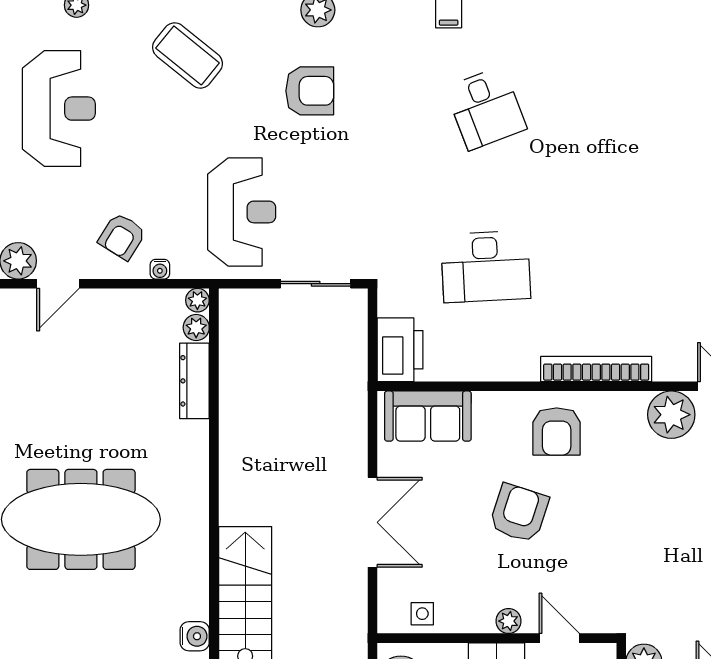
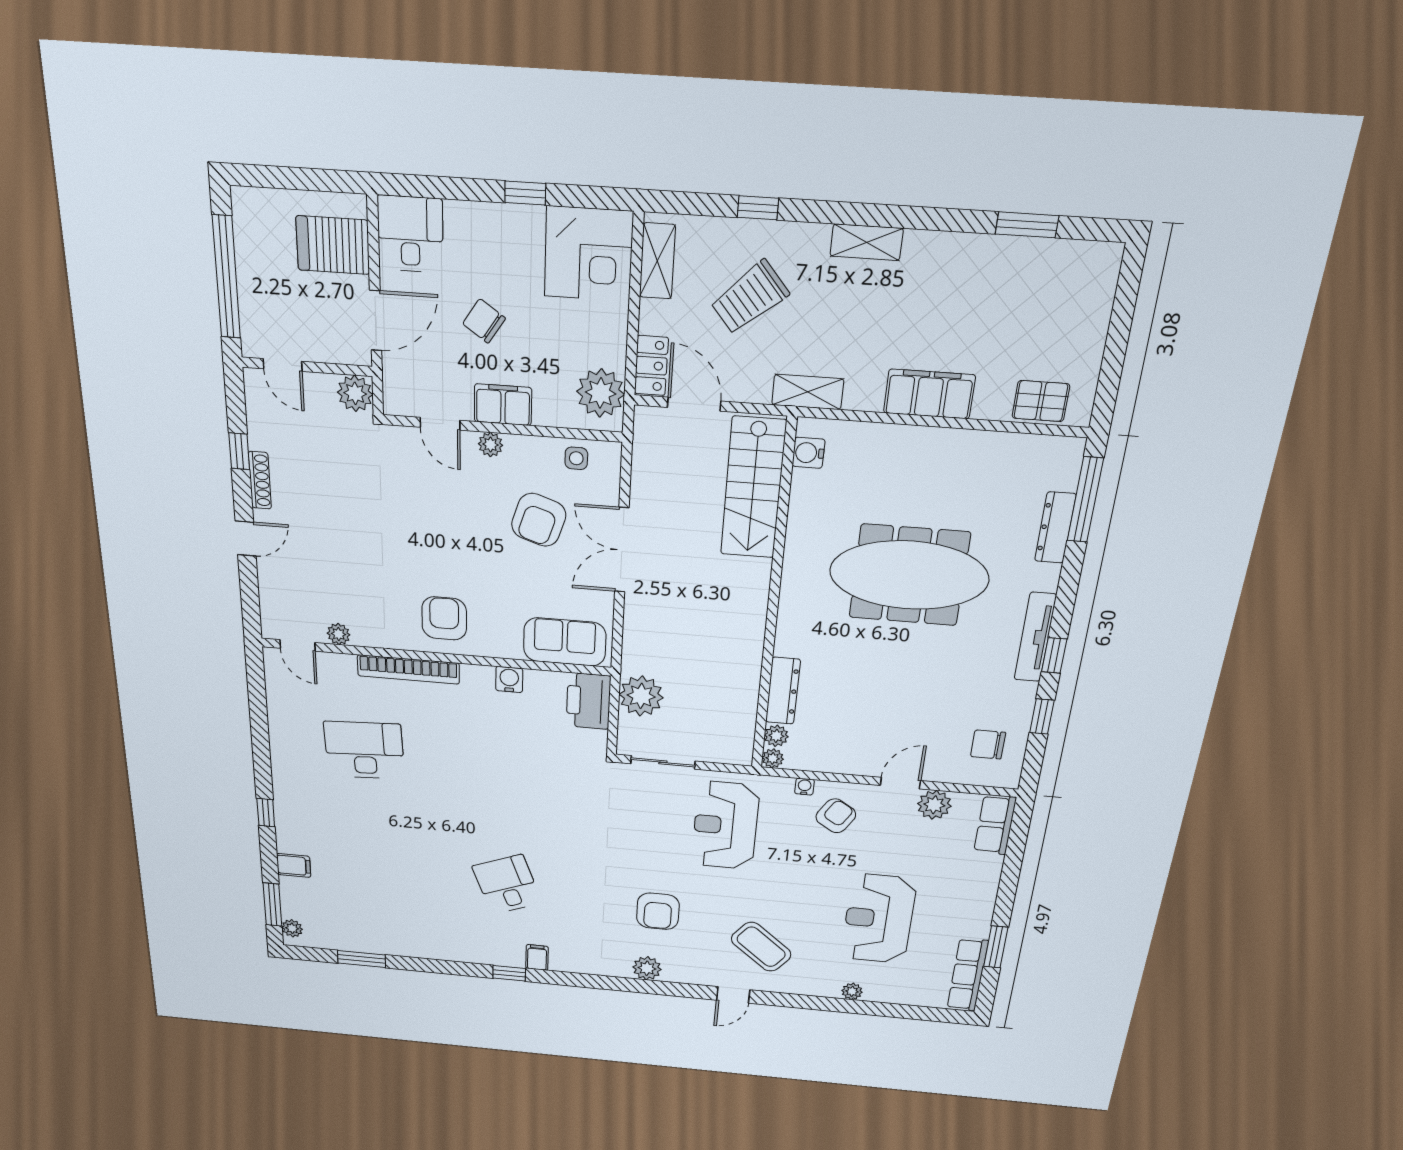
armchair: (310, 91) -> (658, 911), turned -90
desk: (486, 267) -> (364, 750), moved
plant: (344, 361) -> (641, 696), added
water cooler: (486, 367) -> (509, 679), added
plant: (671, 415) -> (339, 634), width x0.53, depth x0.53
armchair: (519, 513) -> (539, 520), moved

